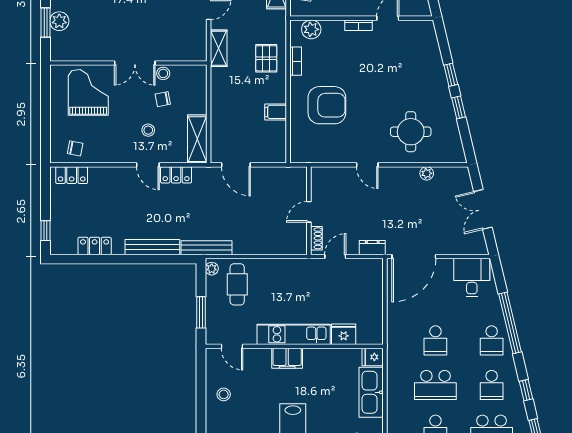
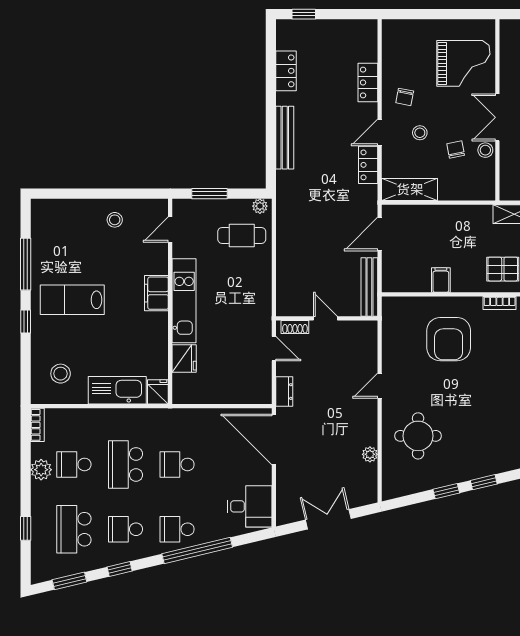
chair: (75, 148) -> (405, 97), moved
locker: (72, 175) -> (368, 82), moved
bench: (207, 248) -> (369, 287), moved

